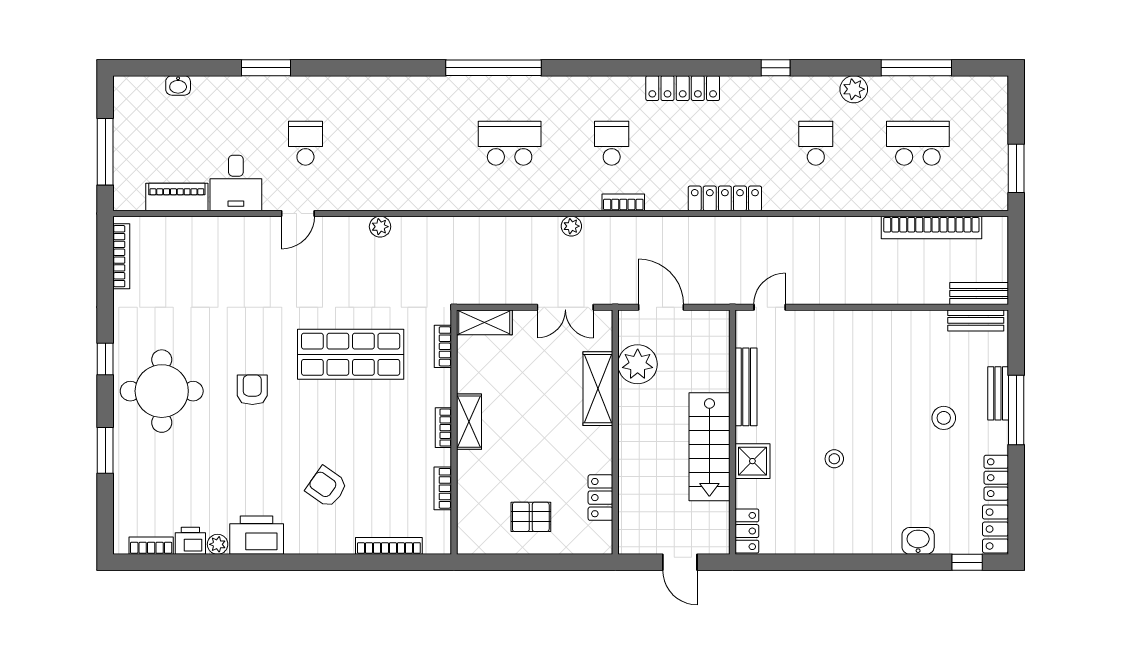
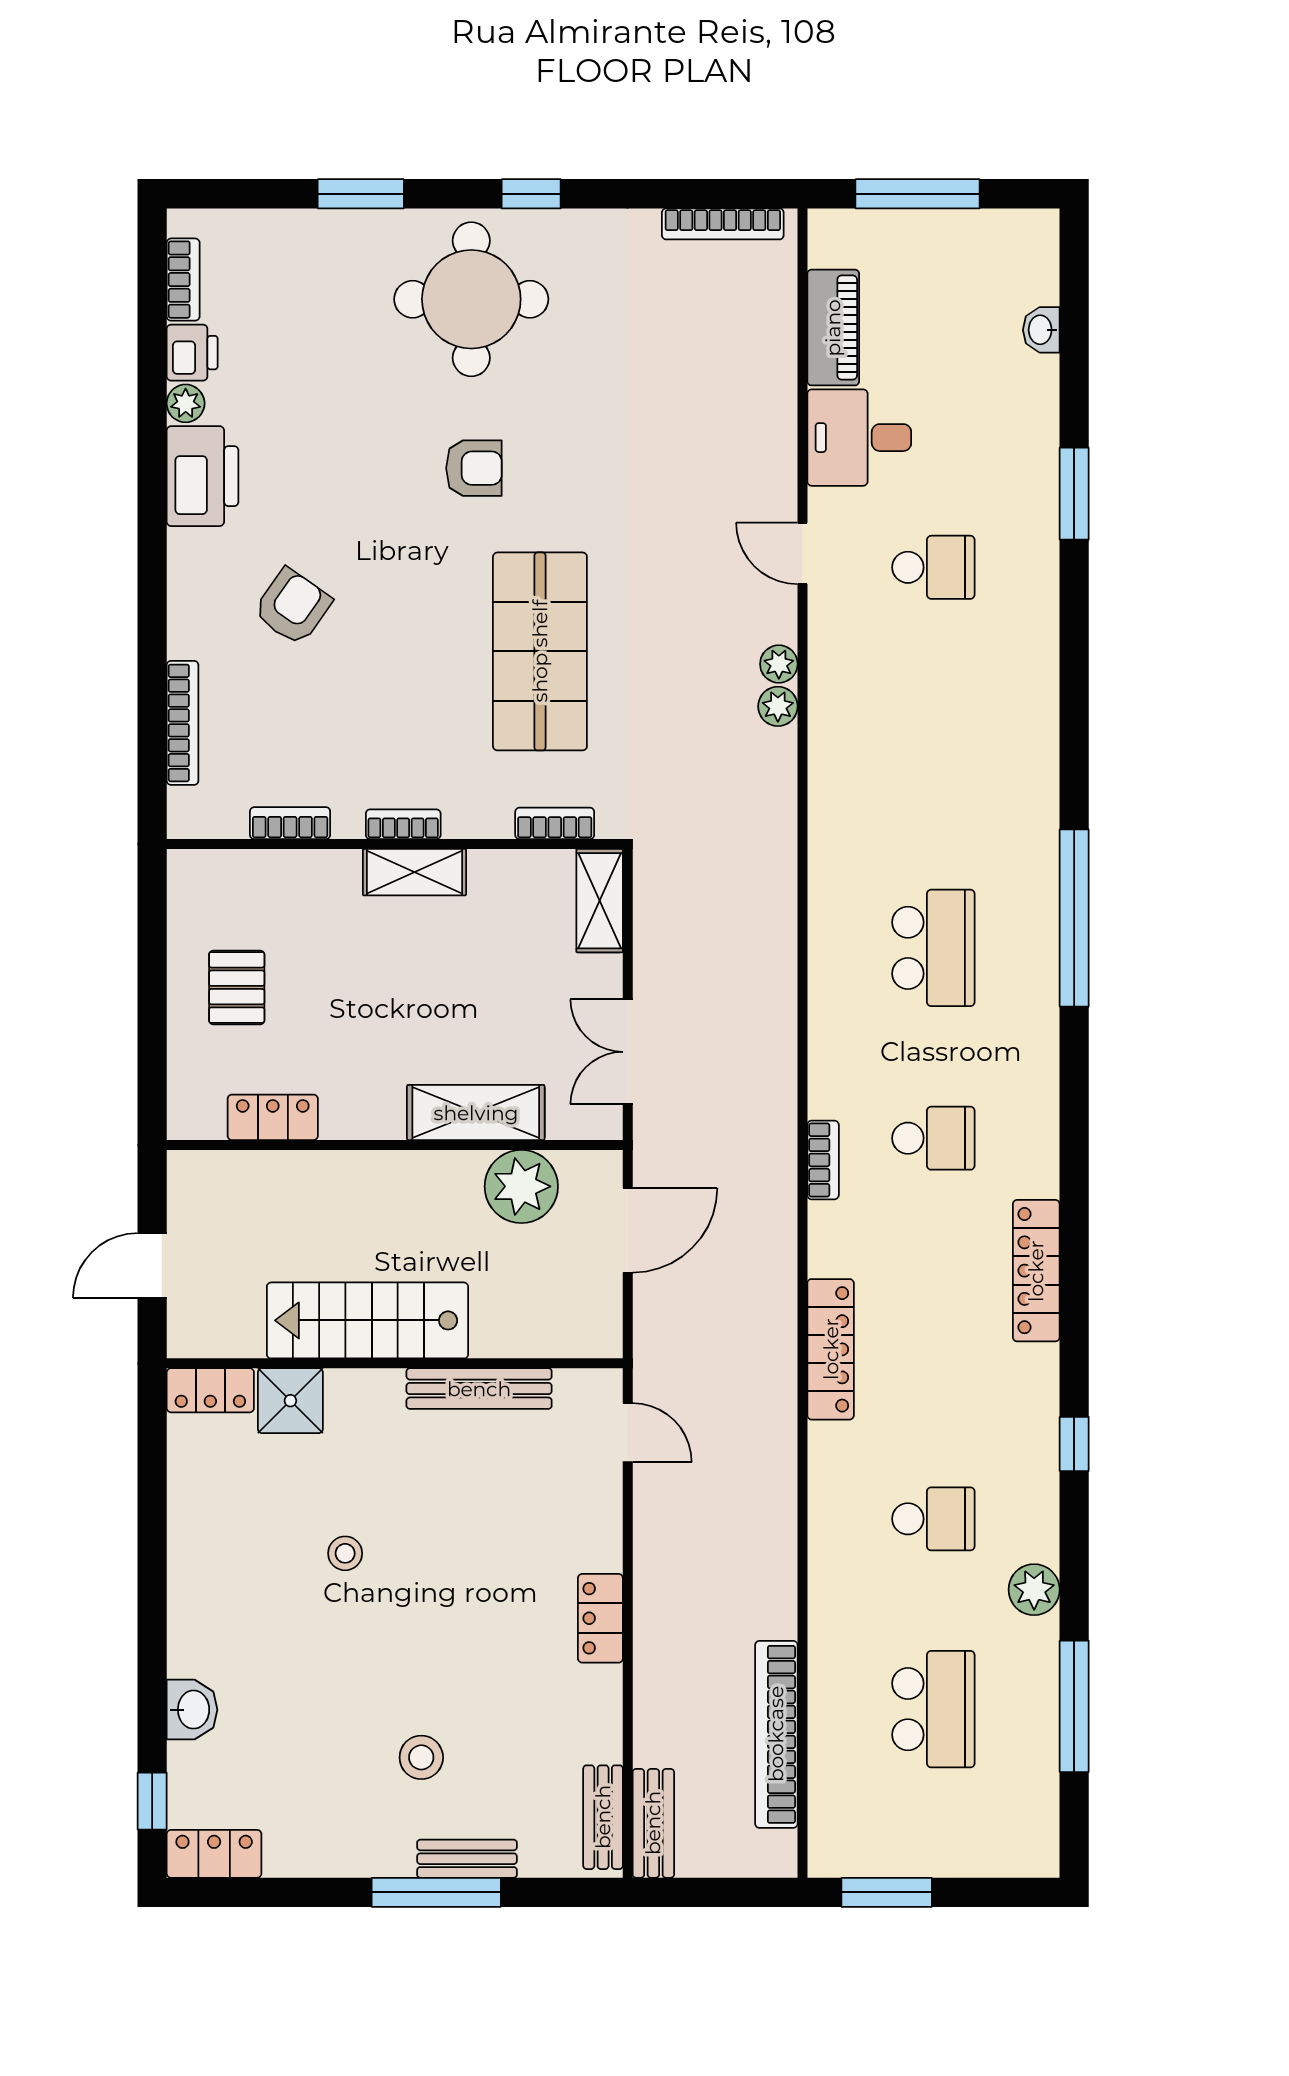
plant: (571, 226) -> (779, 664), moved
shower: (752, 461) -> (290, 1401), moved
locker: (996, 478) -> (600, 1618), moved, turned -90

